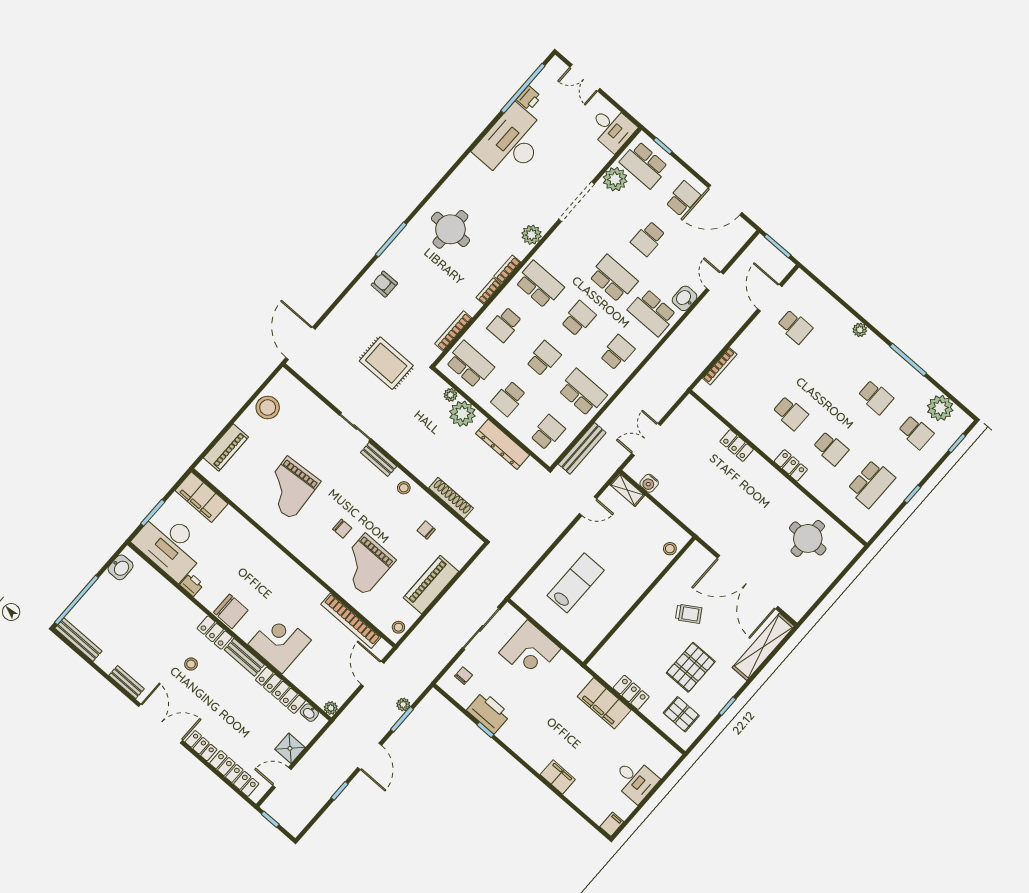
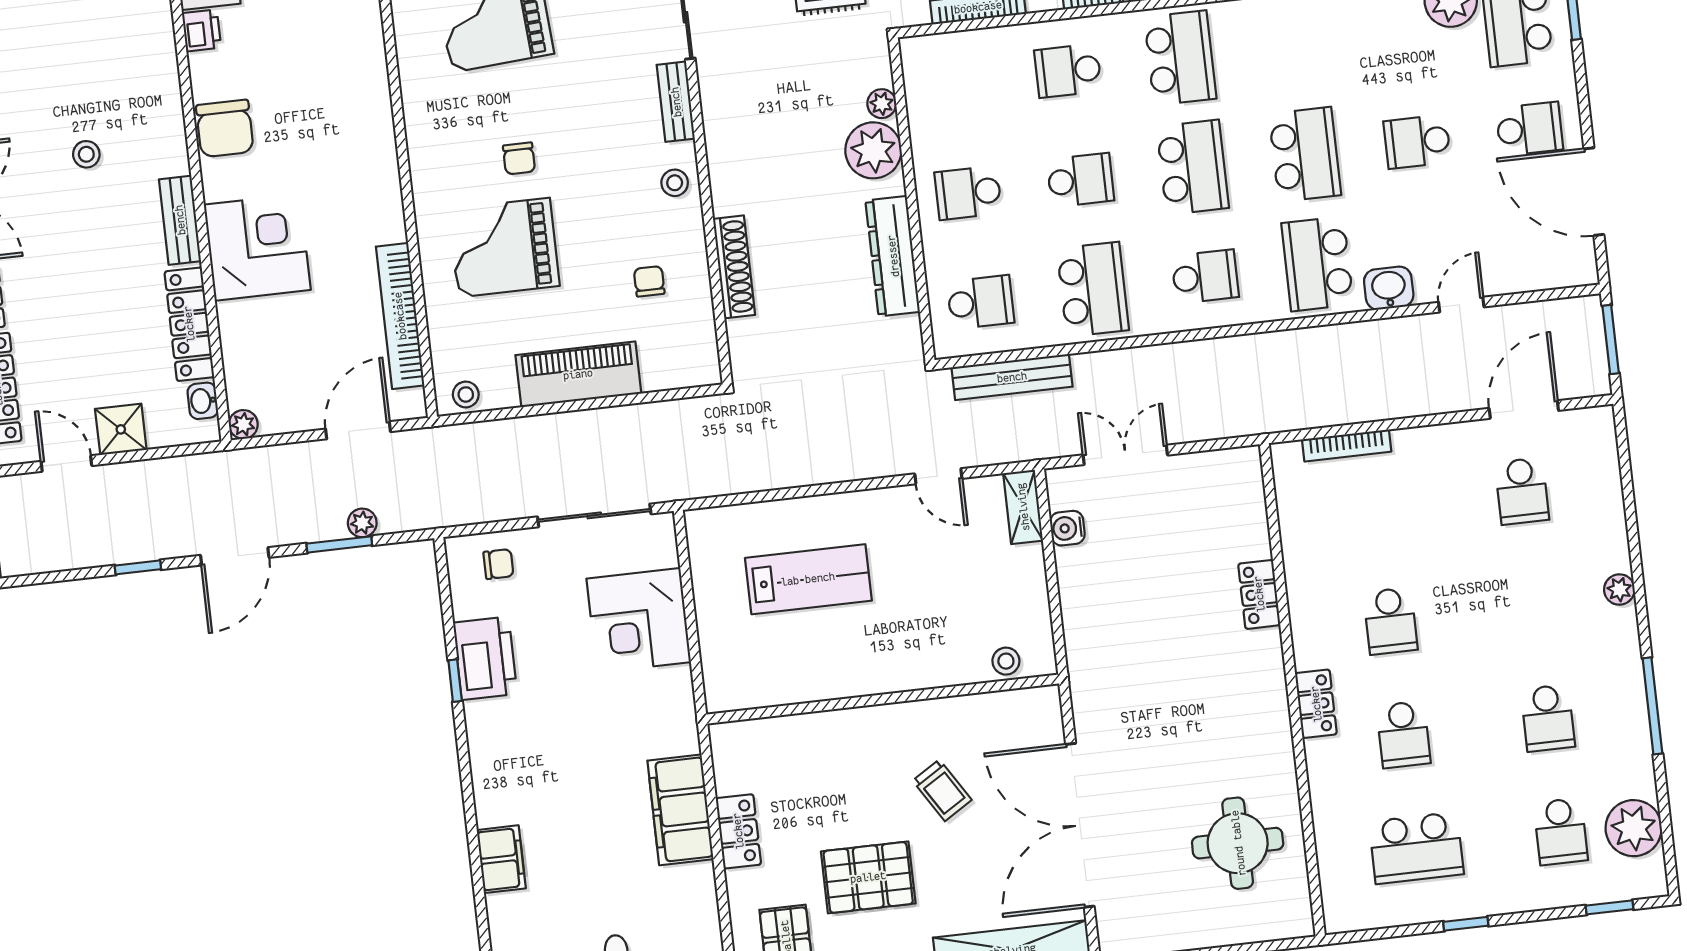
school desk: (578, 319) -> (1193, 167), width x1.85
school desk: (470, 364) -> (956, 83), removed
locker: (215, 633) -> (169, 139), removed

